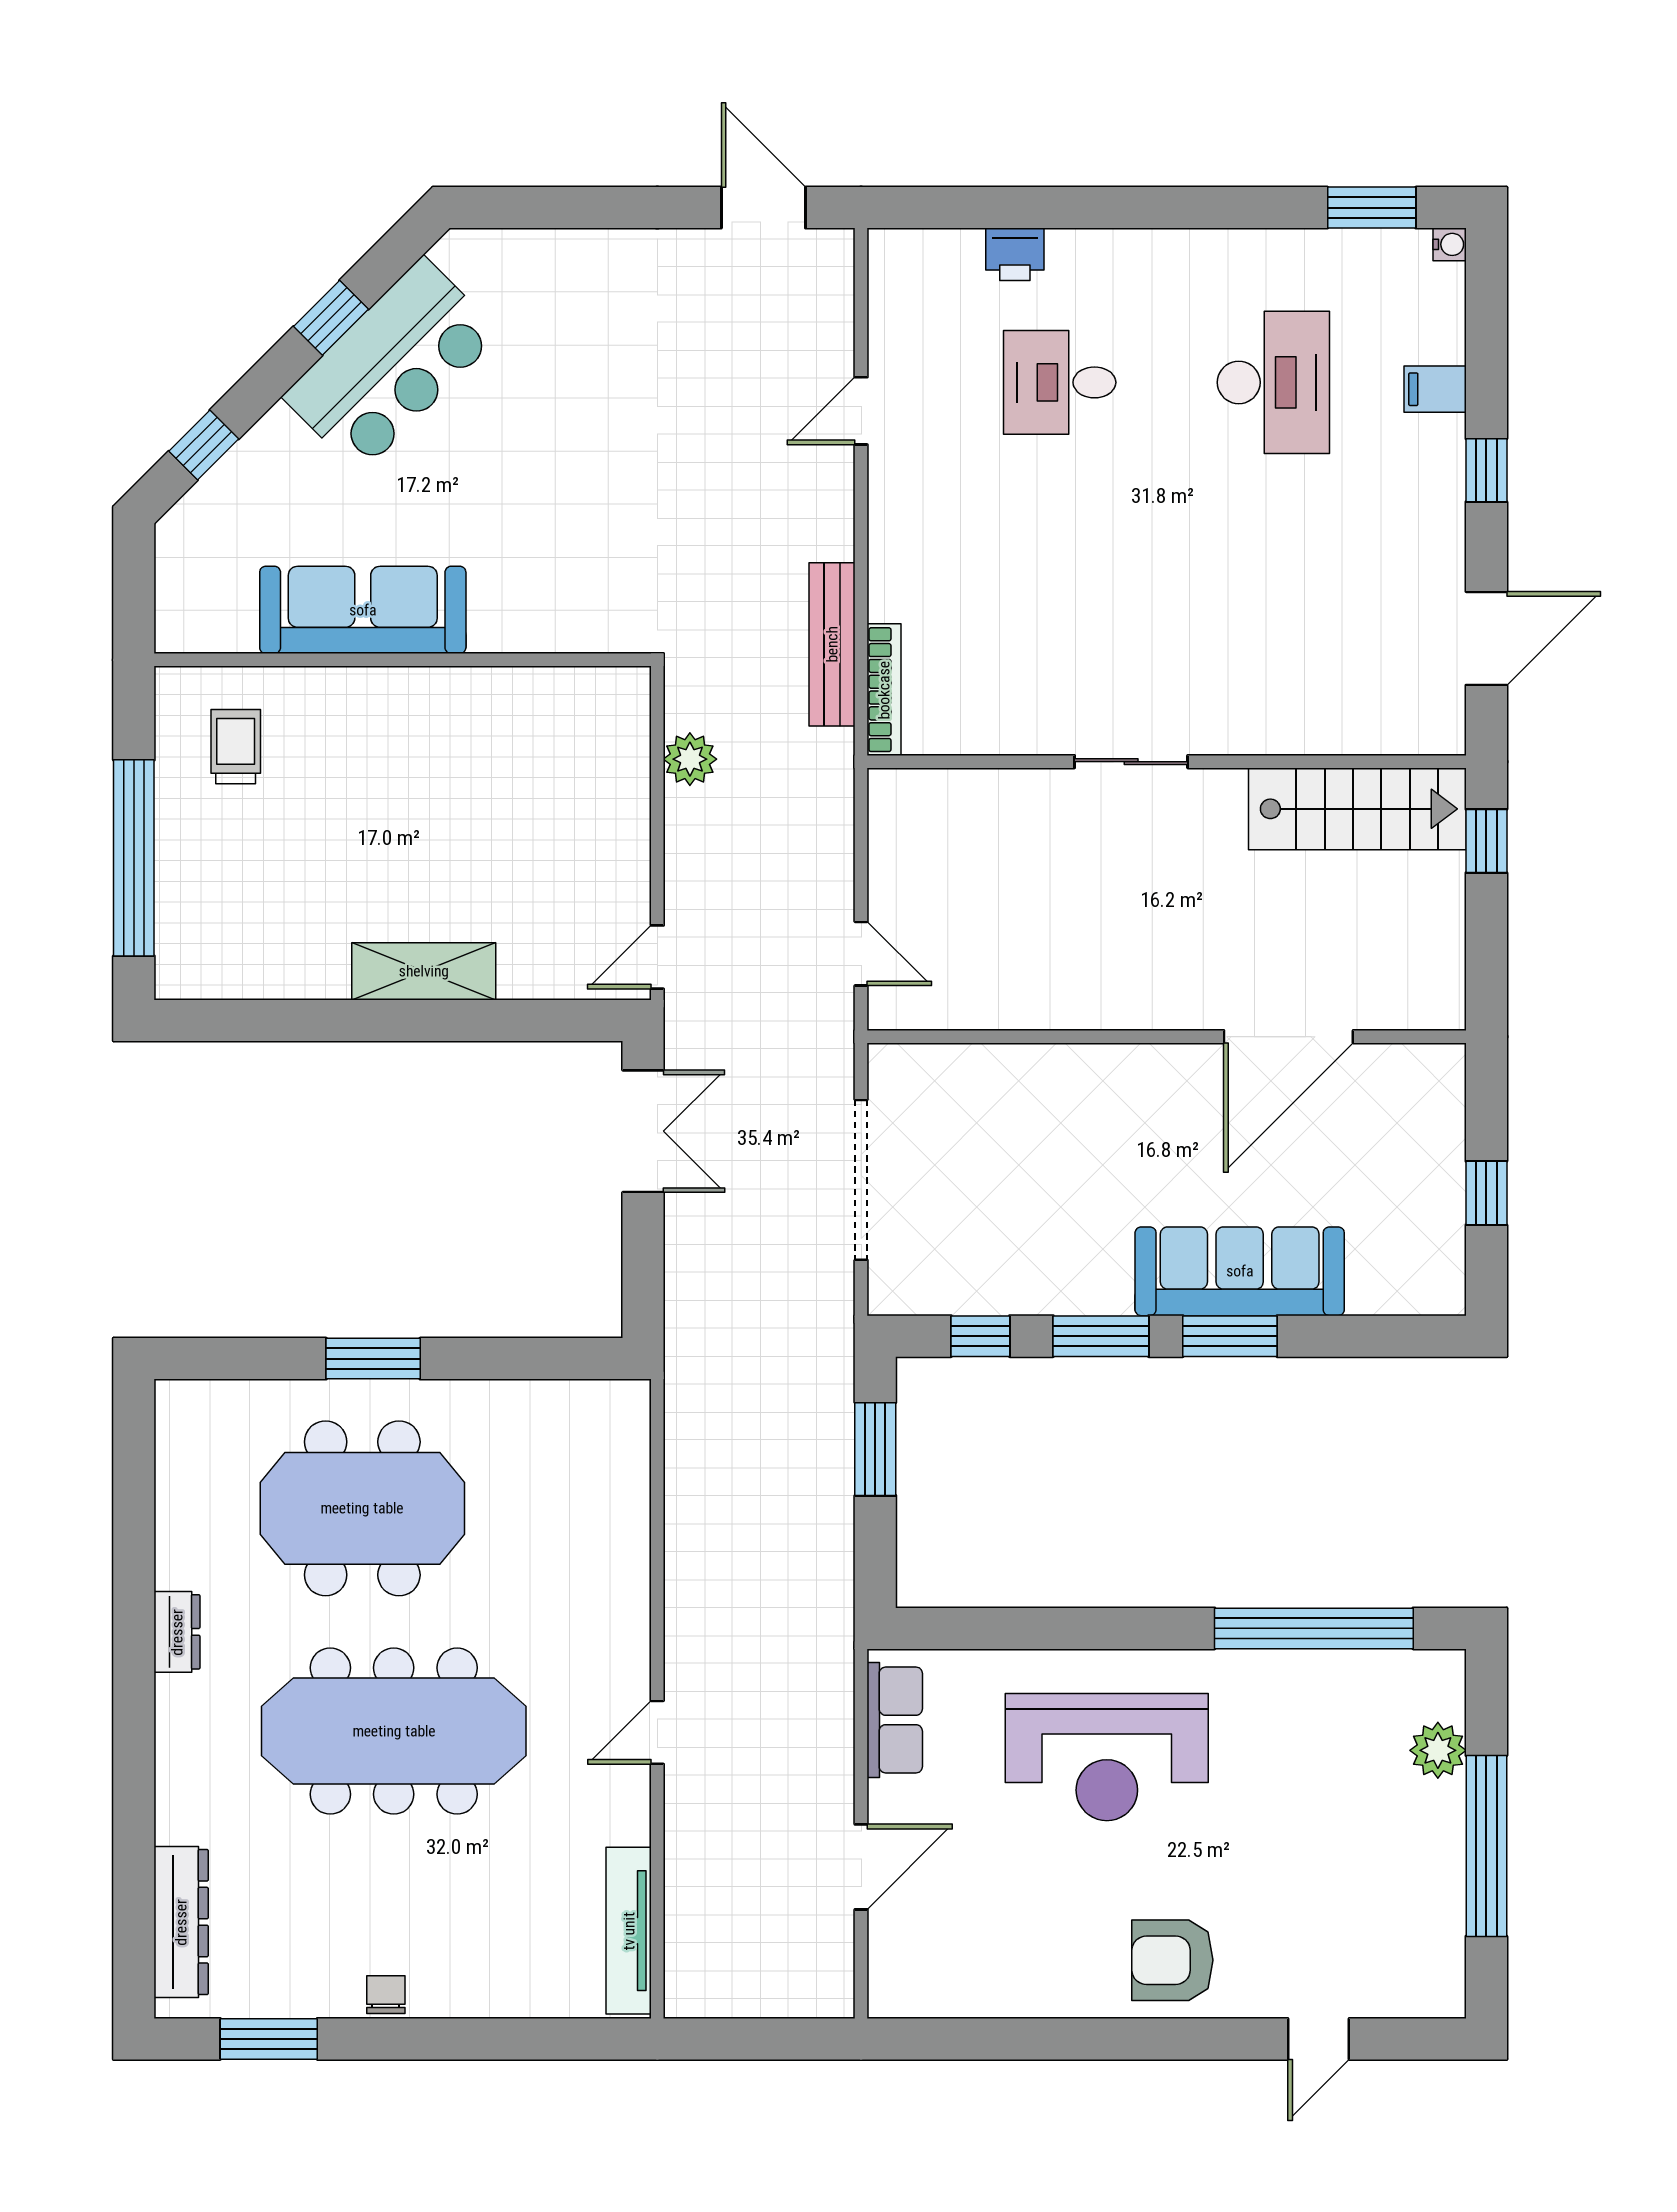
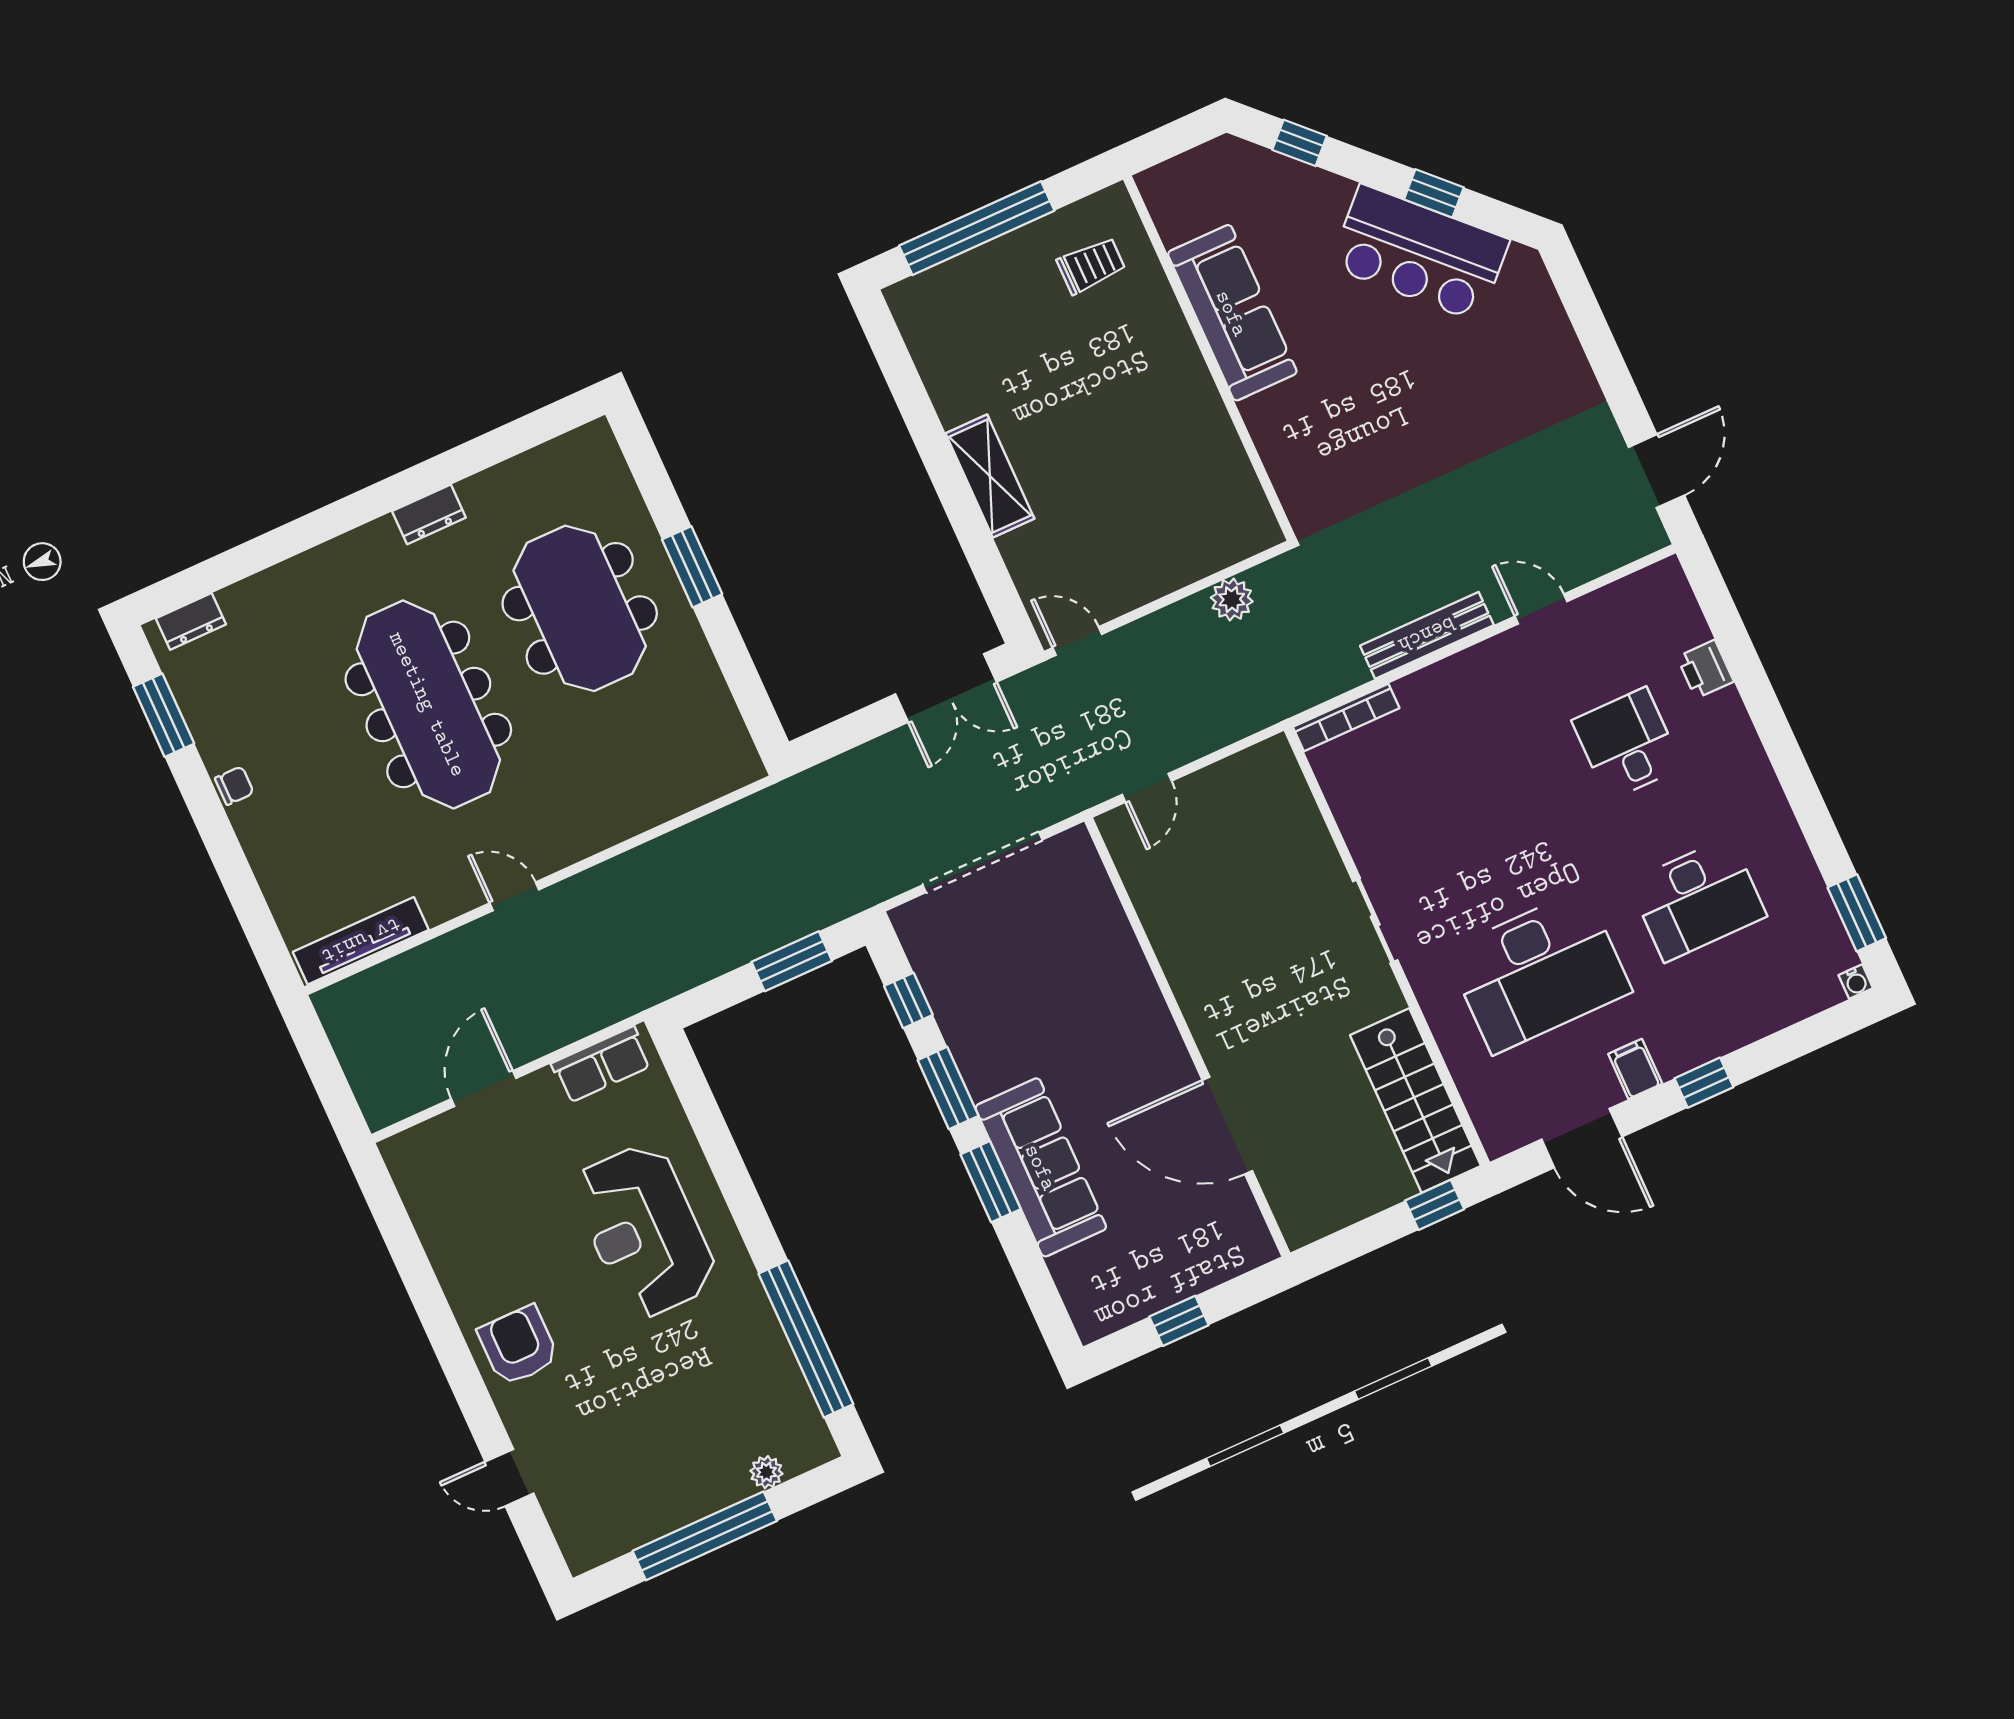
filing cabinet: (1435, 389) -> (1635, 1069), moved
desk: (1273, 601) -> (1539, 971), added
bench: (832, 644) -> (1427, 635), moved
plant: (1438, 1750) -> (766, 1472), width x0.73, depth x0.73
door: (861, 1867) -> (484, 1089), swing flipped
dresser: (181, 1922) -> (191, 621), width x0.51, depth x0.80

